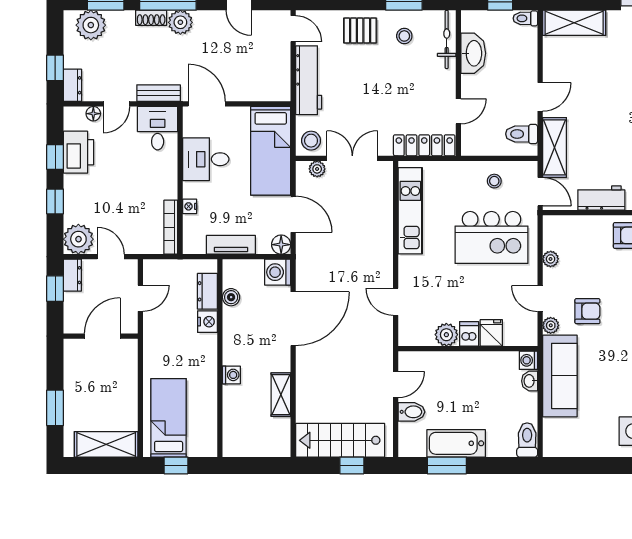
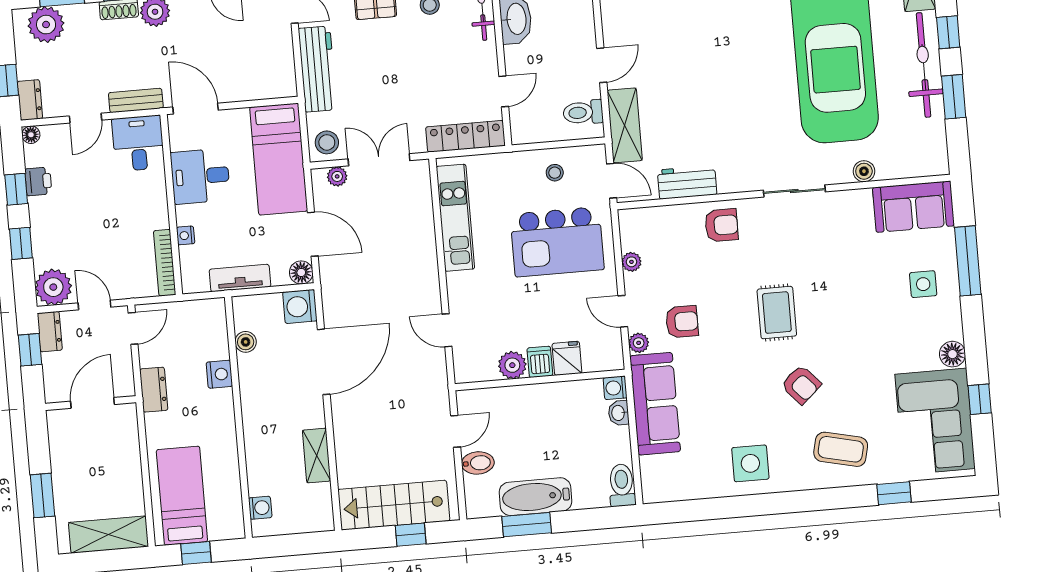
floor lamp: (93, 114) -> (31, 135), moved
printer: (79, 152) -> (38, 181), width x0.53, depth x0.68
dresser: (207, 291) -> (154, 390), moved, turned 180
door: (140, 298) -> (133, 328), moved
washing machine: (231, 375) -> (260, 508), moved

